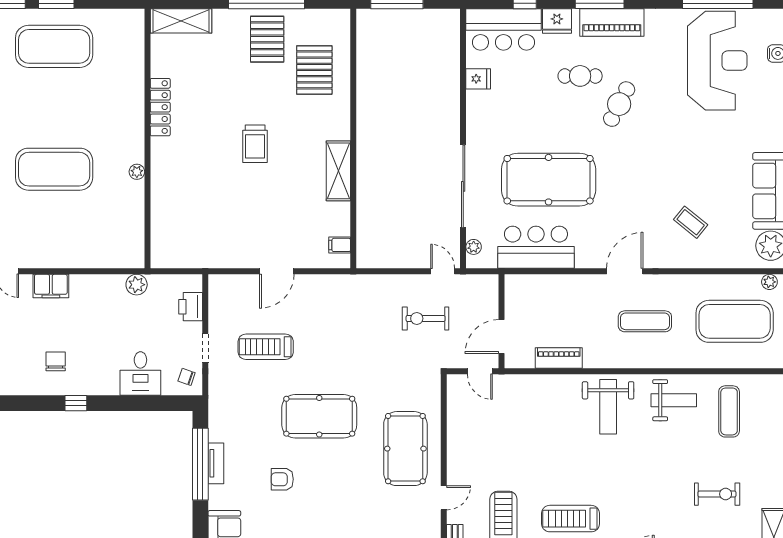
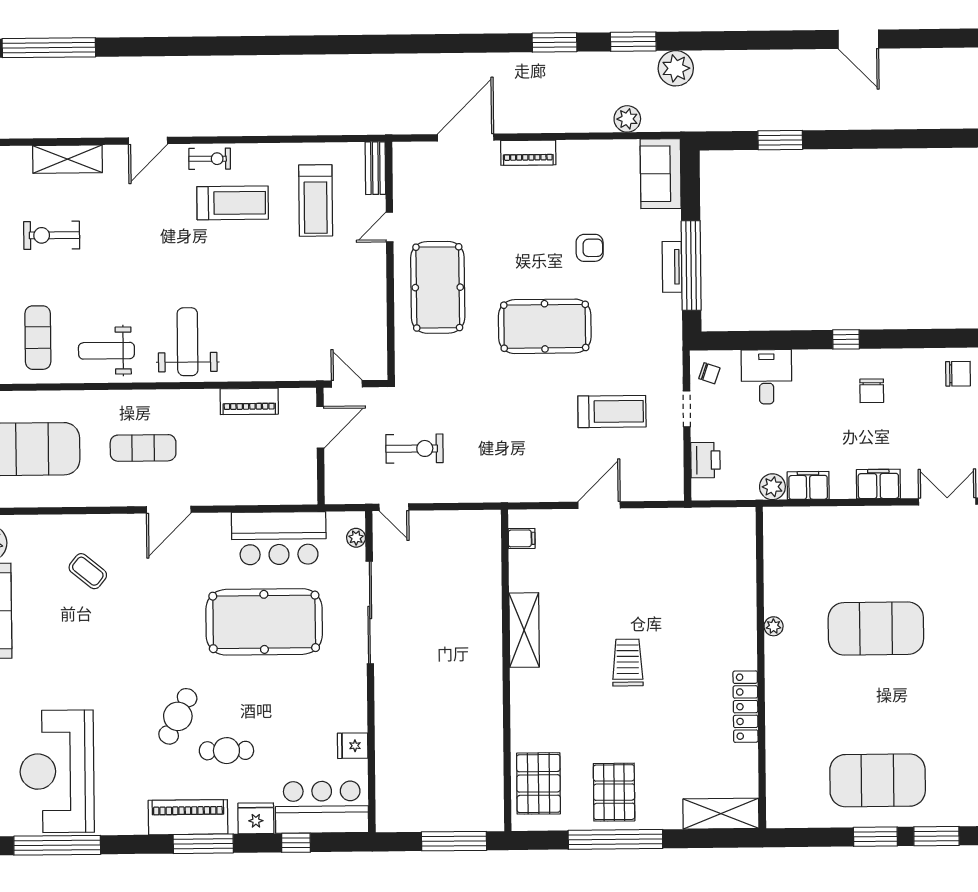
pallet: (314, 70) -> (539, 783), moved
filing cabinet: (108, 285) -> (808, 485), added

